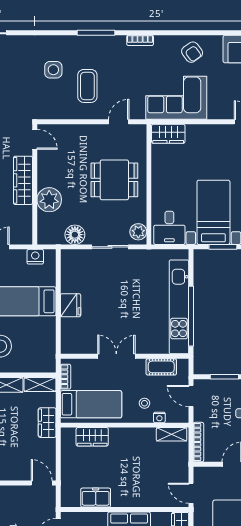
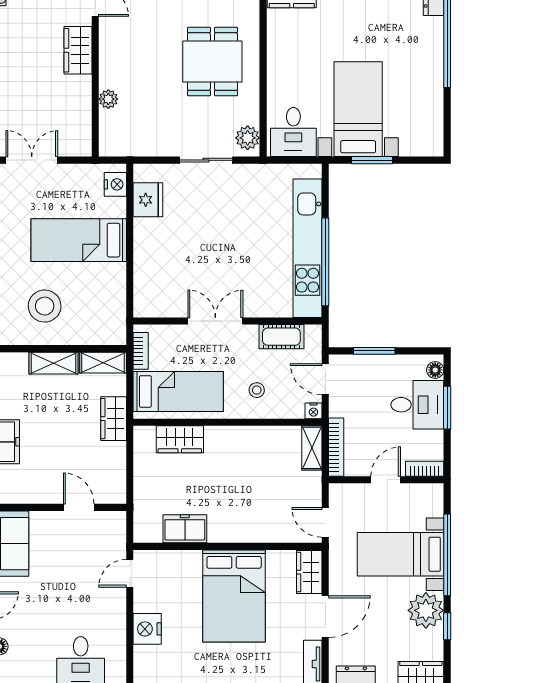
wardrobe: (23, 180) -> (78, 50), width x0.67
dining table: (114, 180) -> (212, 62), turned 90
plant: (49, 200) -> (108, 99), width x0.53, depth x0.53
floor lamp: (75, 235) -> (154, 142), removed
nightstand: (35, 257) -> (115, 184), moved, turned 90
fridge: (71, 305) -> (148, 200), moved
nightstand: (159, 417) -> (313, 411), moved
shelving: (172, 434) -> (312, 448), moved, turned 90
door: (42, 483) -> (79, 507), moved

